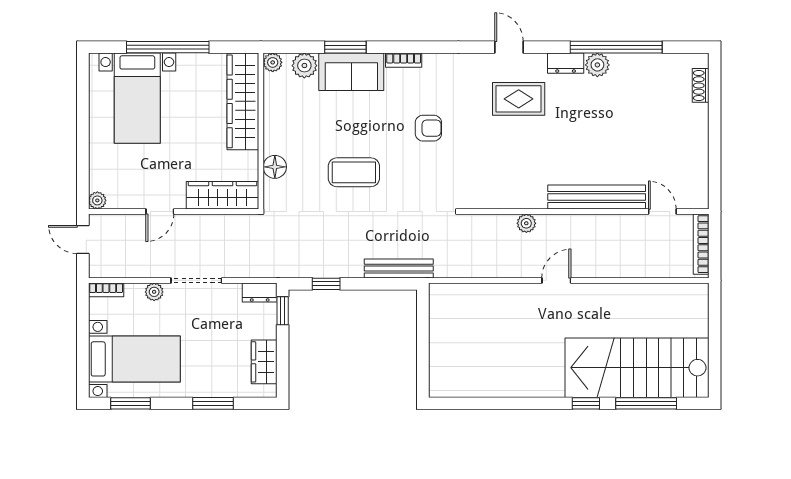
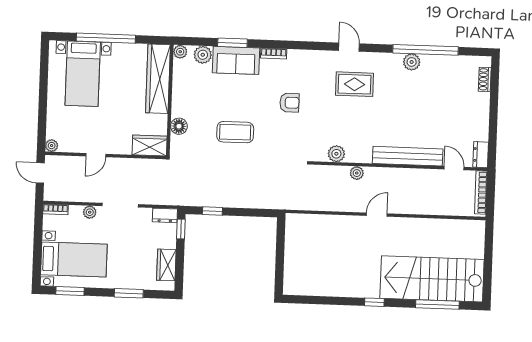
dresser: (566, 63) -> (481, 155), moved, turned 90
wardrobe: (223, 195) -> (150, 145), width x0.67
plant: (497, 197) -> (336, 154), added
bench: (399, 269) -> (265, 202), removed
window: (586, 403) -> (374, 302), moved

